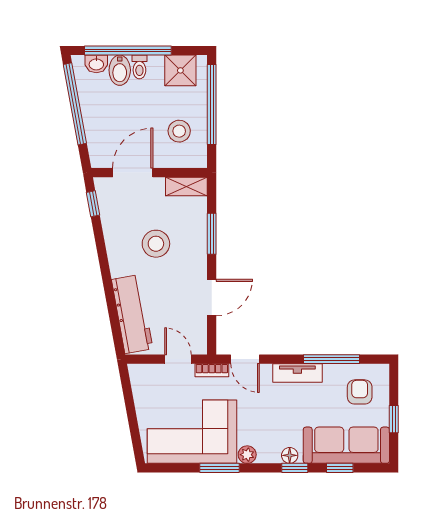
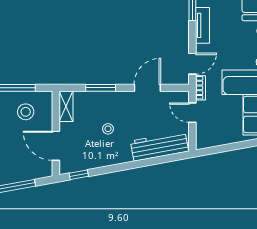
stool: (156, 244) -> (108, 129), width x0.53, depth x0.53
door: (212, 298) -> (147, 88), hinge flipped
door: (178, 359) -> (192, 113), hinge flipped

